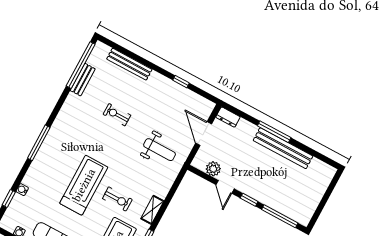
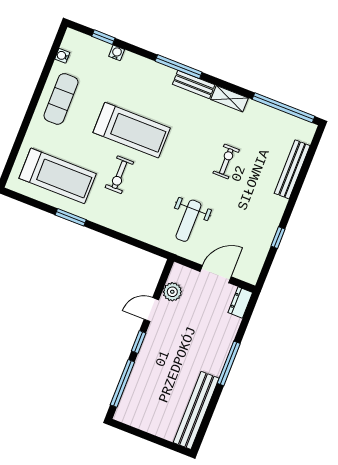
bench: (83, 80) -> (194, 85), moved
bench: (283, 148) -> (196, 410), moved
shelving: (152, 210) -> (229, 99), moved

